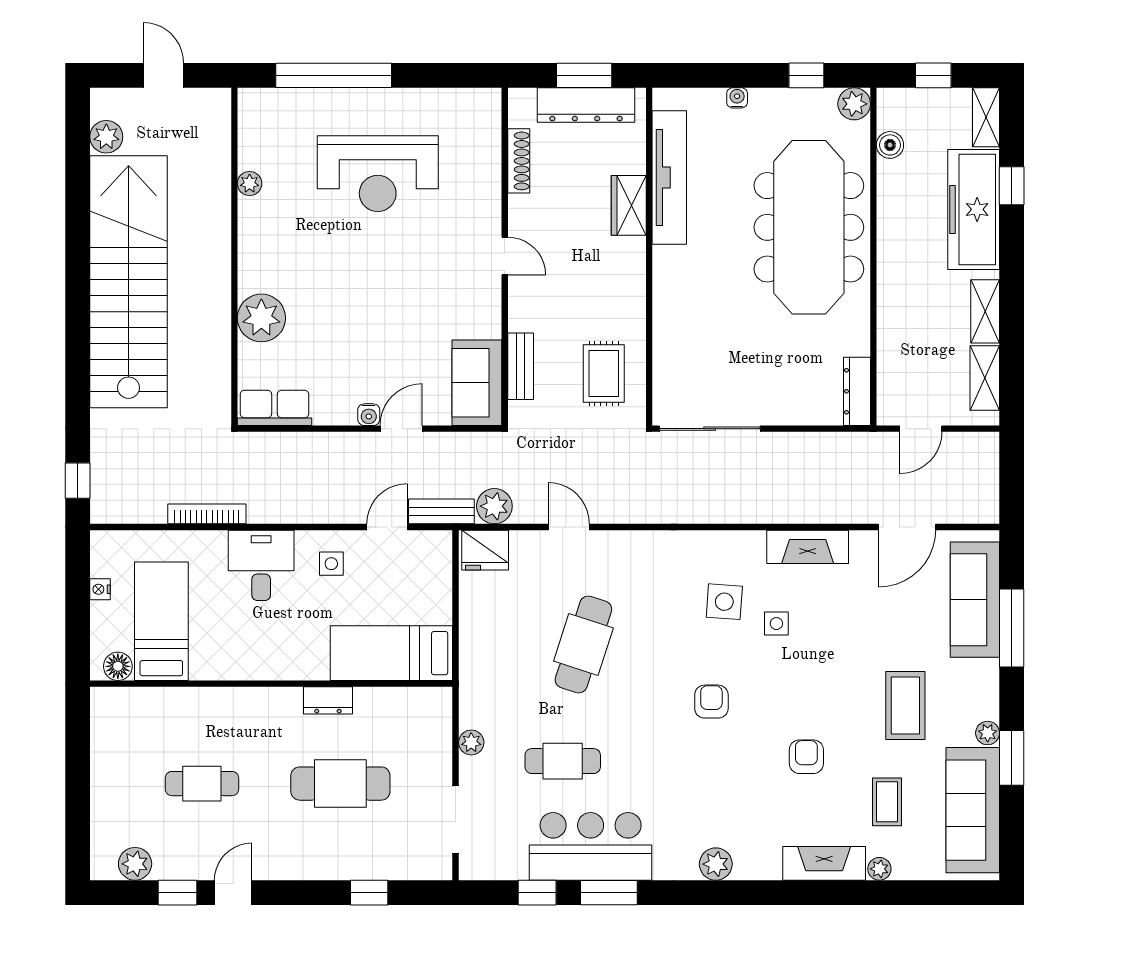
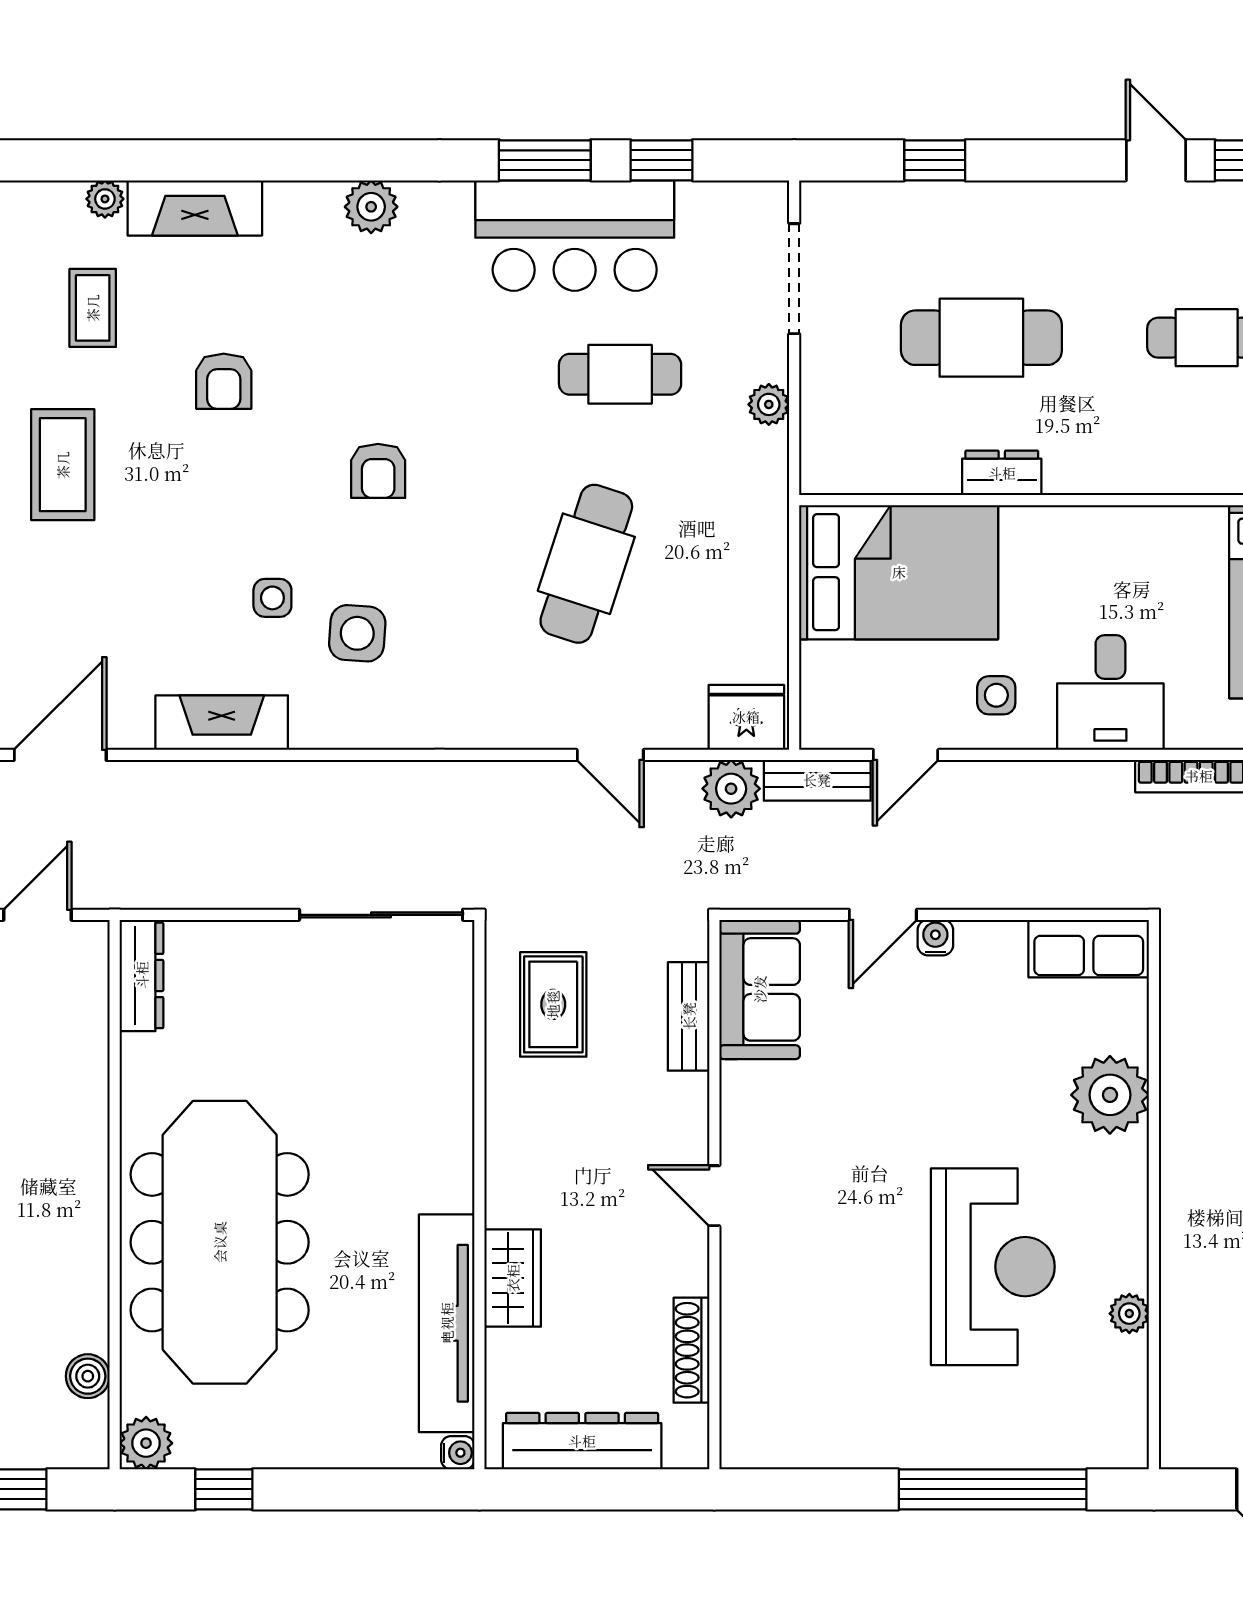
window: (584, 75) -> (585, 1489), removed
water cooler: (737, 98) -> (458, 1453), moved, turned -90
reception desk: (378, 174) -> (993, 1267), moved, turned 90
bed: (391, 653) -> (899, 572), width x1.50
door: (233, 893) -> (1156, 160), swing flipped

